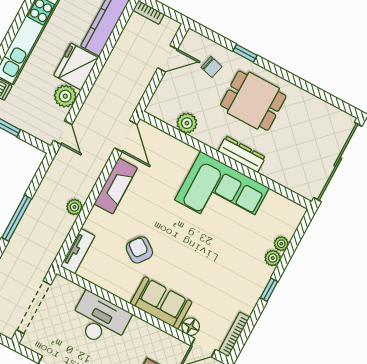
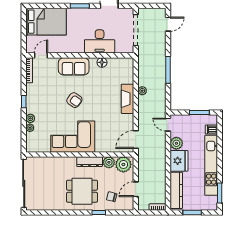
plant: (166, 108) -> (123, 164), added
door: (126, 136) -> (136, 140), hinge flipped
dresser: (242, 154) -> (90, 162), moved
fireplace: (116, 186) -> (127, 99), moved
armchair: (139, 250) -> (74, 100), moved
tv unit: (78, 251) -> (129, 70), removed
floor lamp: (191, 327) -> (102, 62), moved

